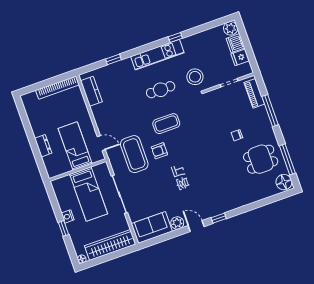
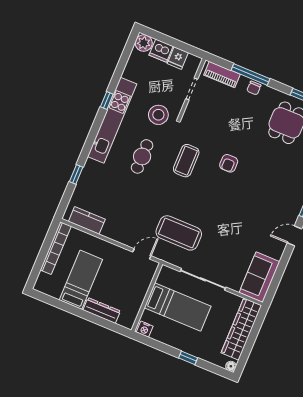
kitchen unit: (157, 55) -> (112, 120), width x1.36
coffee table: (166, 124) -> (186, 161), moved
chair: (237, 135) -> (254, 88), moved
dresser: (43, 146) -> (102, 310), width x1.44
bed: (75, 146) -> (81, 280), moved, turned 90
armchair: (159, 151) -> (229, 163), moved
nightstand: (68, 216) -> (145, 329), moved
plant: (177, 223) -> (276, 250), removed

